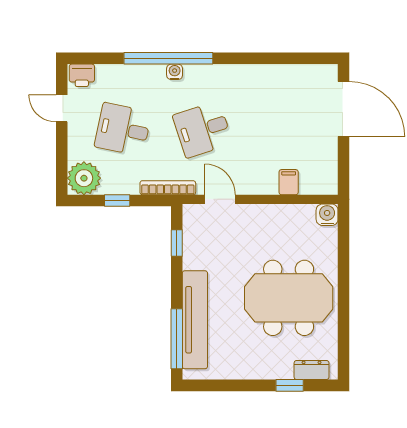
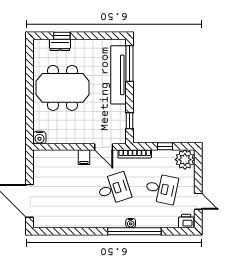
filing cabinet: (289, 182) -> (84, 157), moved
dresser: (312, 370) -> (60, 45), moved

